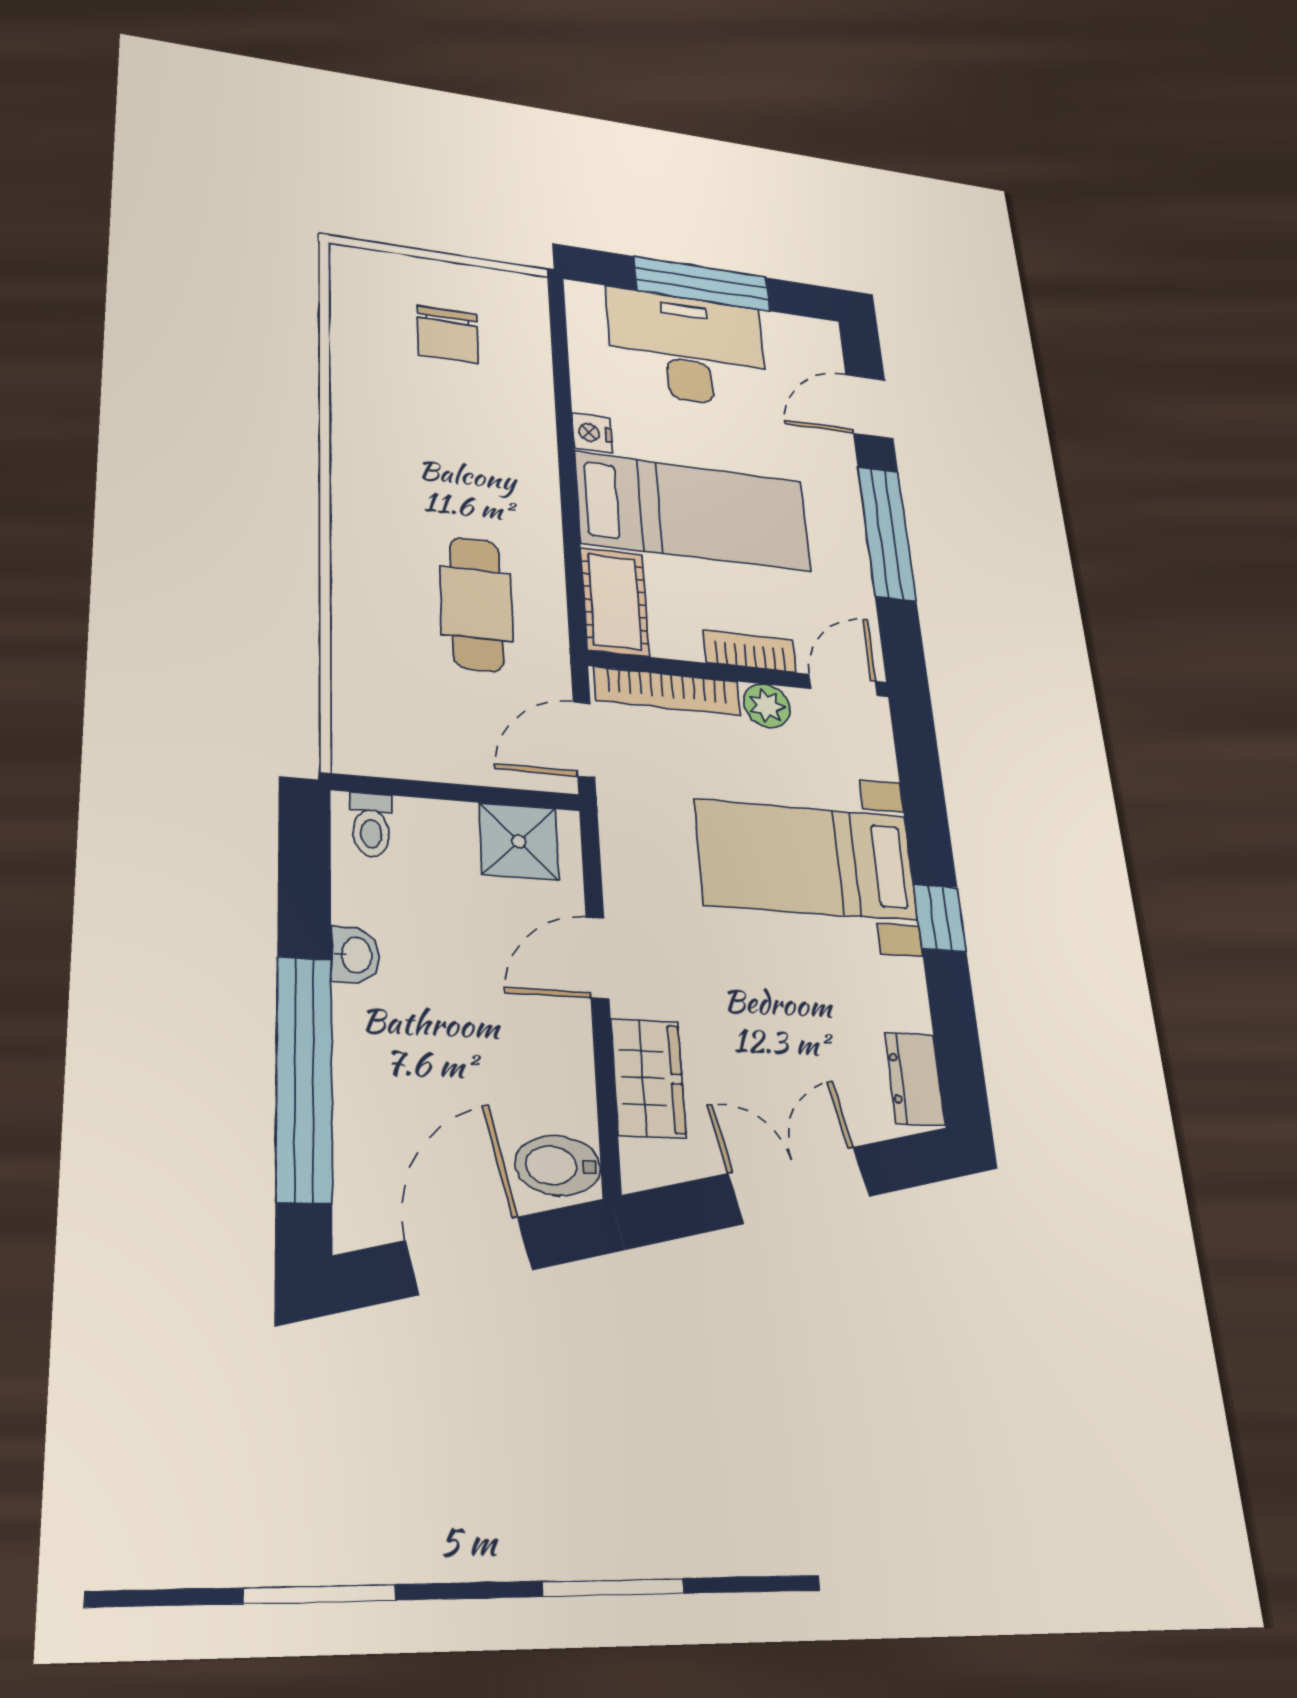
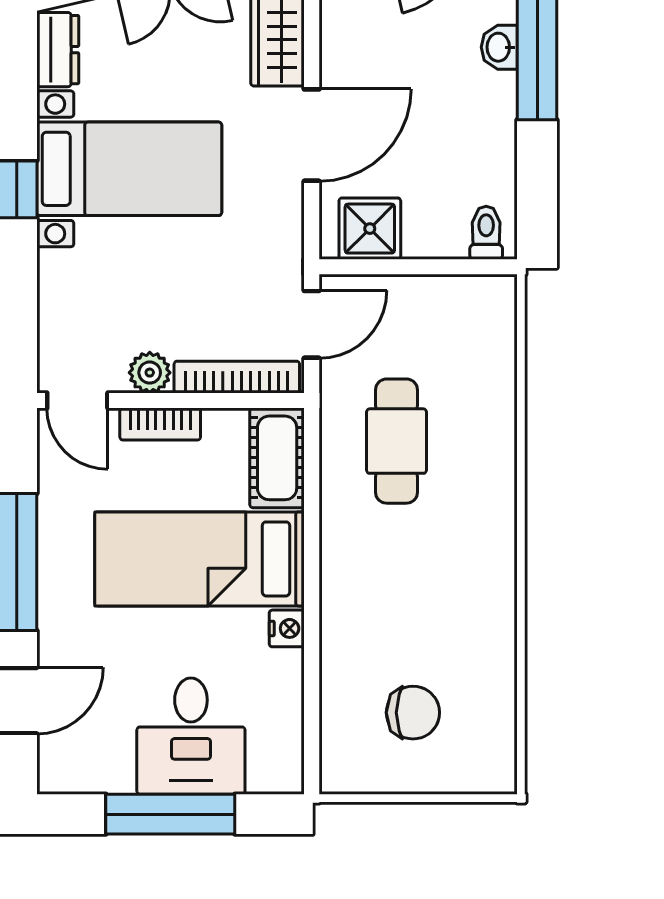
chair: (448, 335) -> (413, 713), turned 90
desk: (687, 349) -> (191, 736), width x0.73
door: (843, 685) -> (77, 401), hinge flipped
bed with nightstands: (806, 860) -> (129, 169), moved
washbasin: (355, 955) -> (499, 47), moved
door: (597, 958) -> (312, 135), width x1.38

